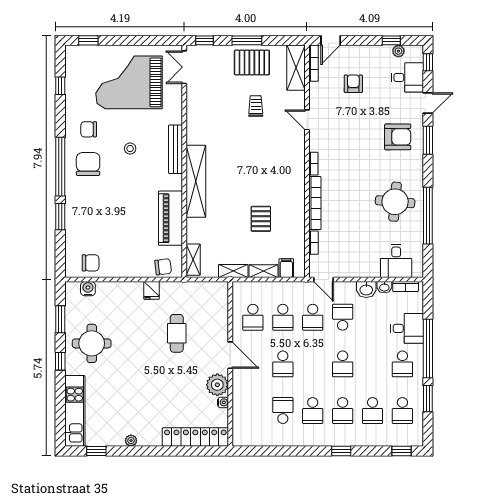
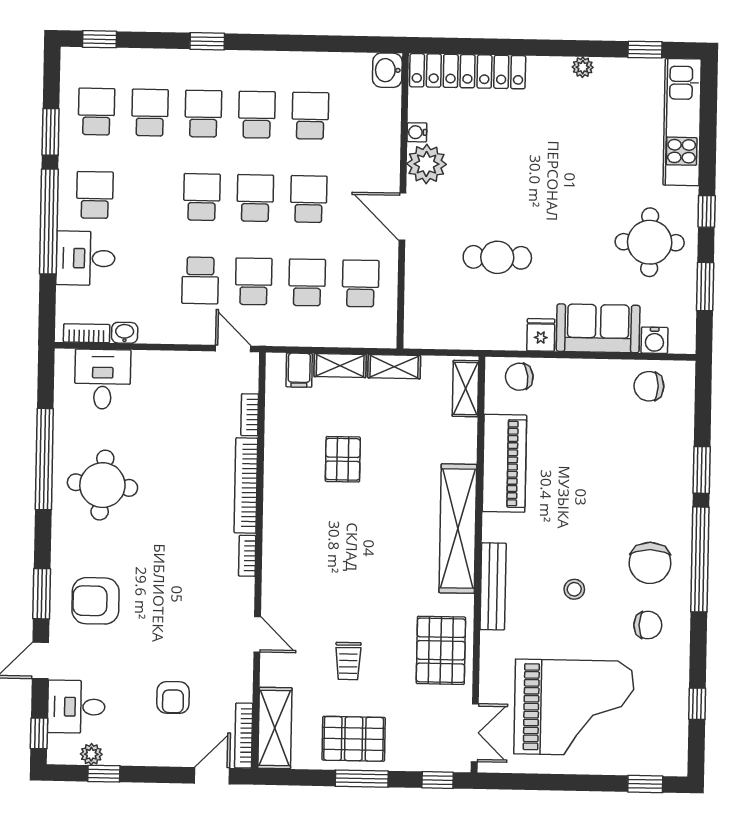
pallet: (204, 113) -> (441, 650), added
washbasin: (366, 289) -> (387, 70), moved, turned -90
sofa: (120, 295) -> (598, 328), added
cafe table: (177, 333) -> (497, 257), turned 90
school desk: (313, 364) -> (255, 198), added
school desk: (283, 411) -> (310, 116), turned 180

